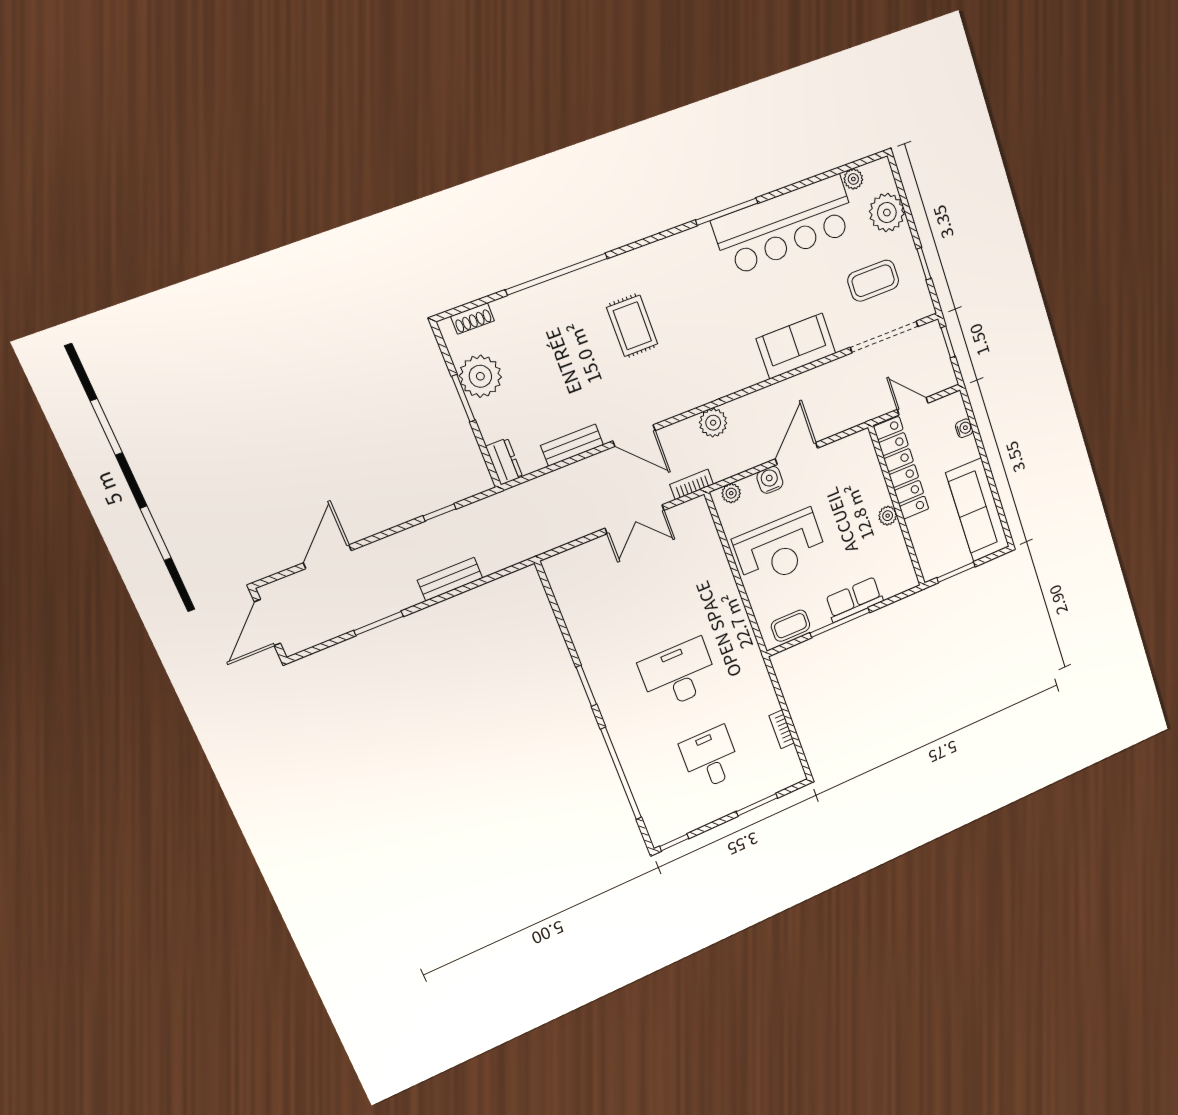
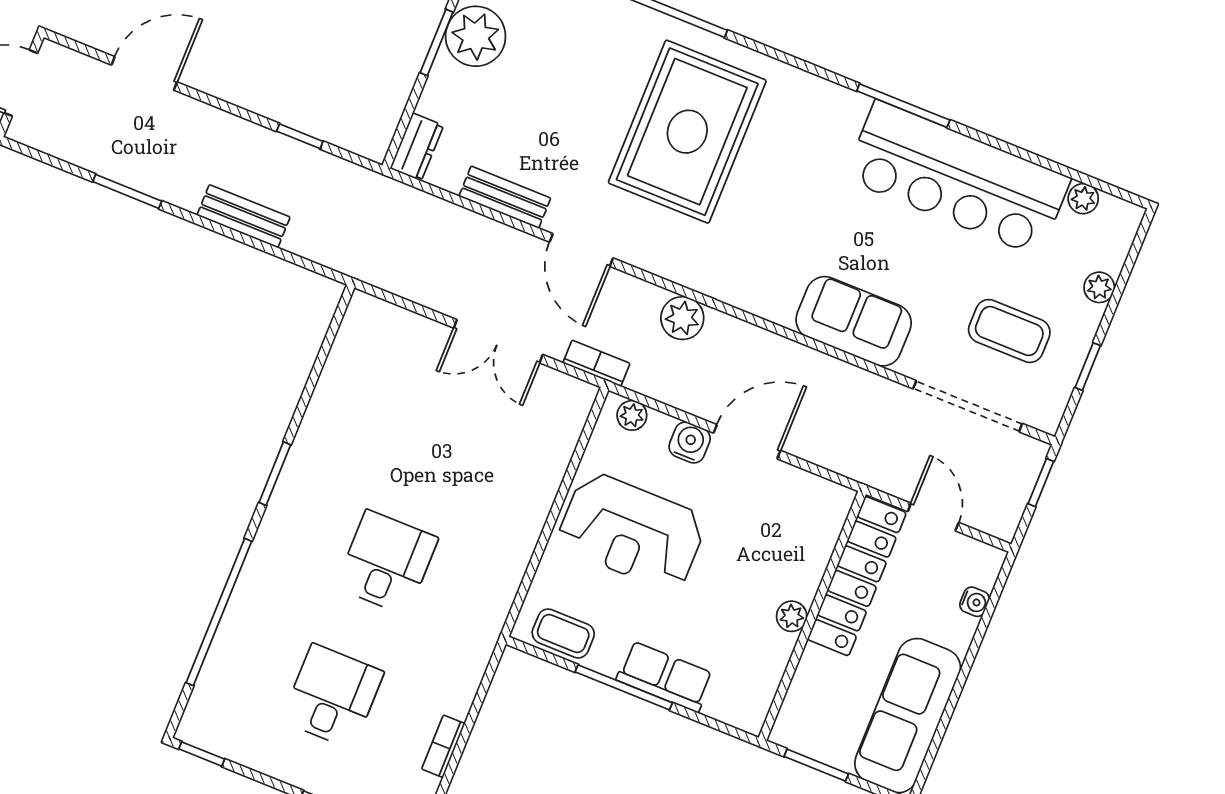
plant: (887, 213) -> (1099, 287), width x0.53, depth x0.53
rug: (632, 326) -> (687, 132), width x1.86, depth x2.06
desk: (679, 674) -> (387, 562), width x0.73

